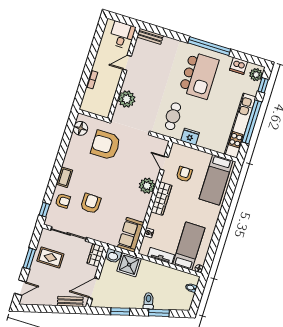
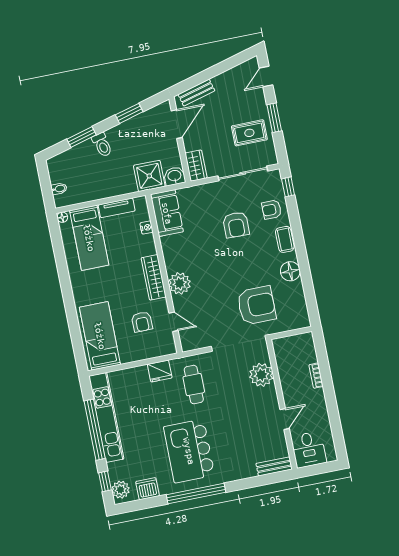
floor lamp: (80, 128) -> (290, 271), moved

